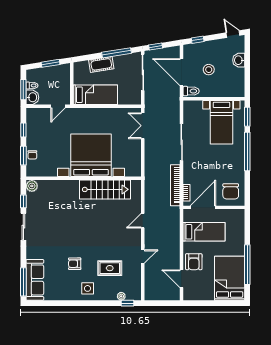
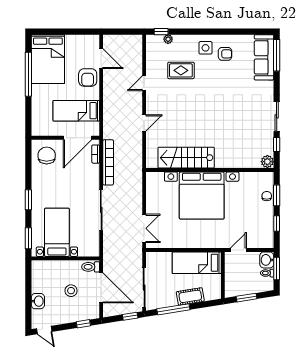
window: (247, 152) -> (28, 200), width x0.47
armchair: (194, 262) -> (88, 77), turned 180
armchair: (75, 264) -> (225, 54), moved

